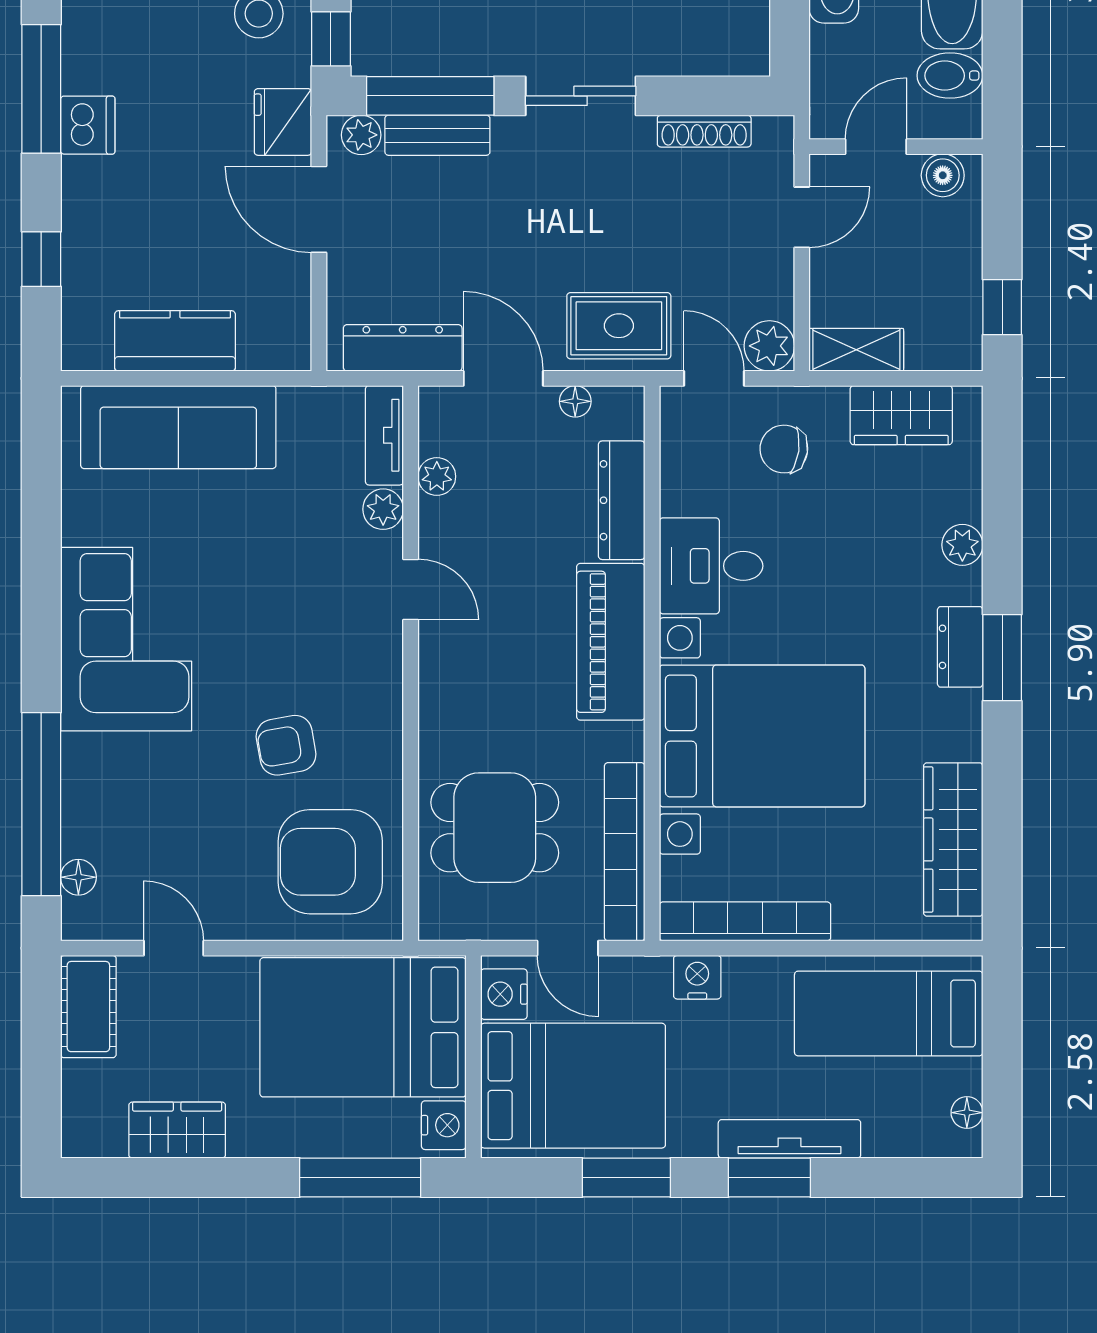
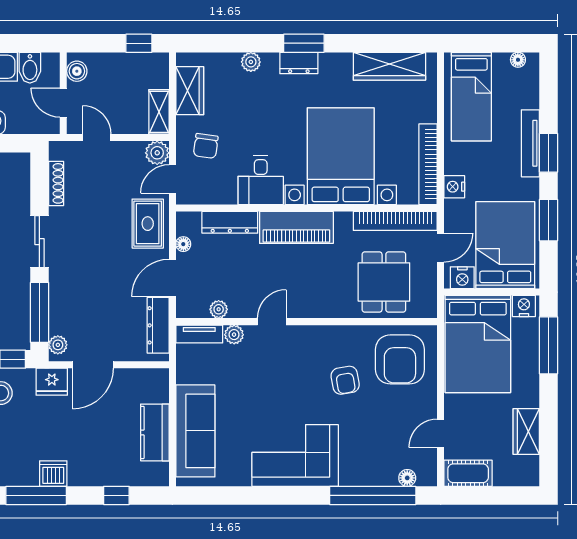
bench: (437, 135) -> (58, 309), removed

